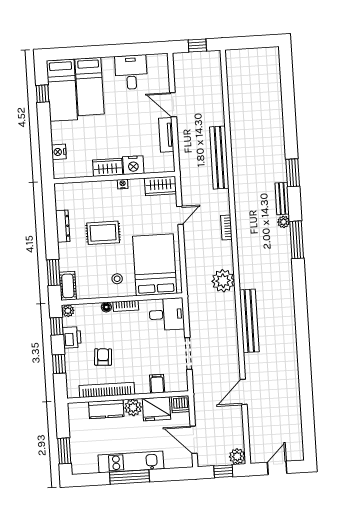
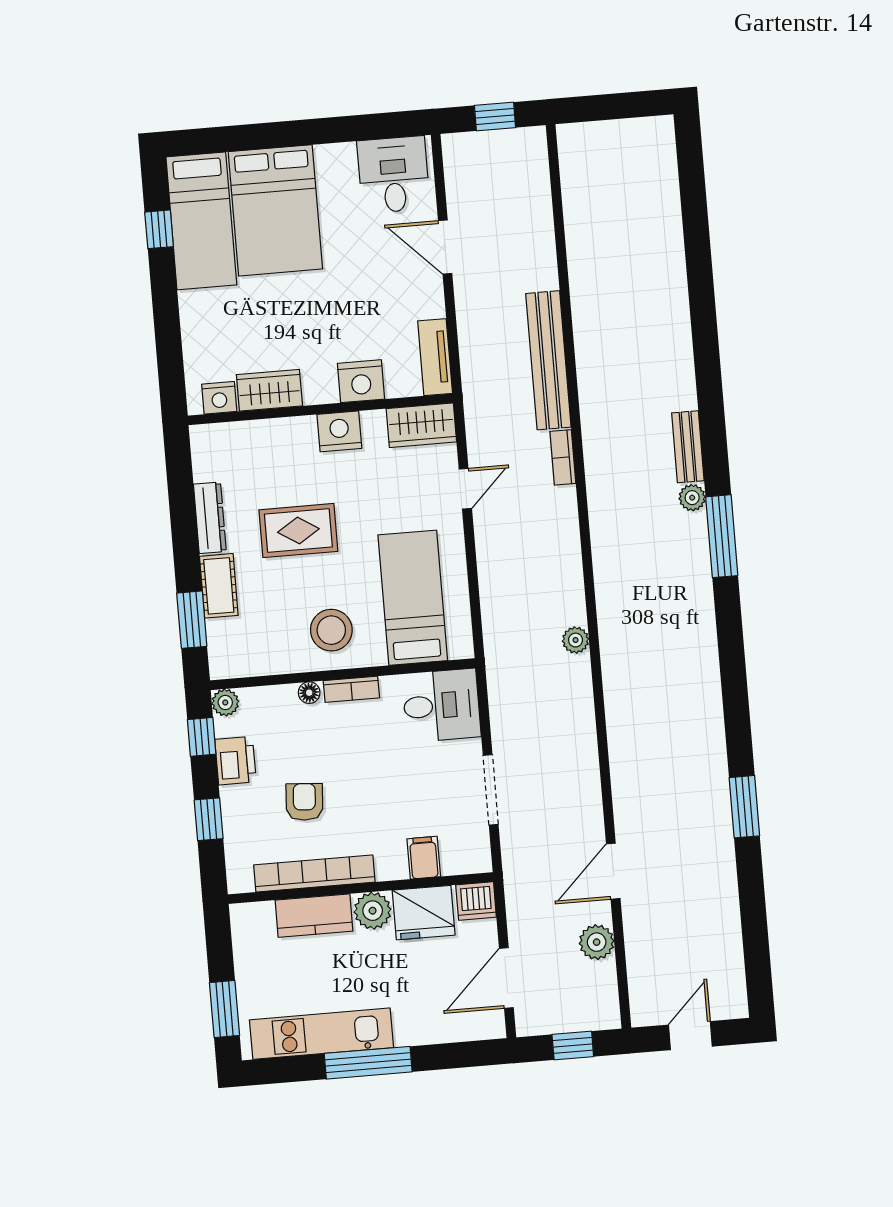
desk: (131, 72) -> (393, 175), moved
bed: (89, 87) -> (275, 210), width x1.50
tv unit: (166, 135) -> (435, 357), moved
nightstand: (59, 152) -> (219, 398), moved, turned -90
wardrobe: (108, 167) -> (269, 390), moved
window: (293, 173) -> (744, 807), moved
nightstand: (123, 184) -> (339, 431), width x1.89, depth x1.79
bookcase: (226, 227) -> (563, 457), moved
bed: (155, 265) -> (413, 598), width x0.67
stool: (117, 279) -> (331, 630), width x1.89, depth x1.89
plant: (223, 281) -> (576, 640), width x0.53, depth x0.53
cot: (68, 286) -> (219, 586), moved
bench: (249, 321) -> (622, 716), removed
door: (194, 440) -> (506, 978), hinge flipped
plant: (237, 456) -> (597, 942), moved
kitchen unit: (131, 462) -> (321, 1034), moved

